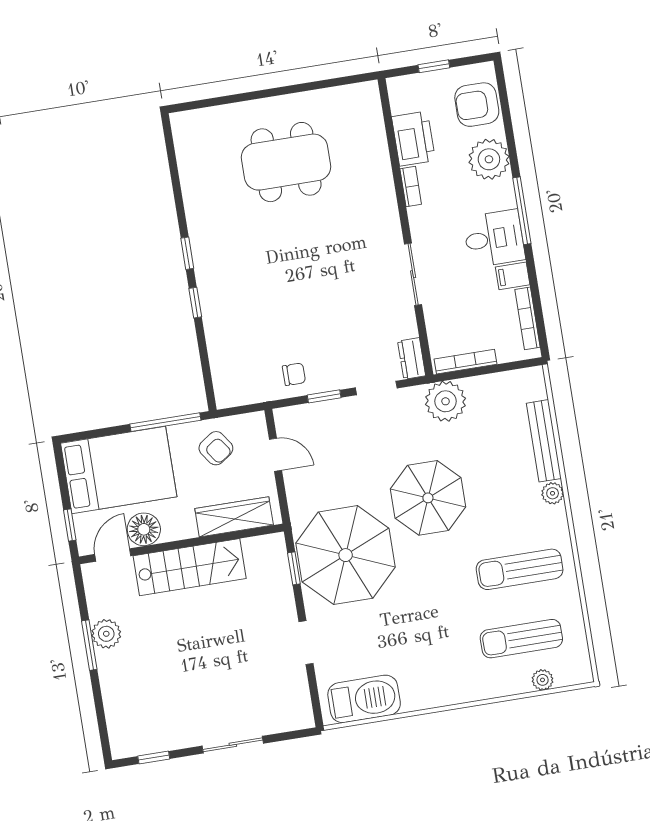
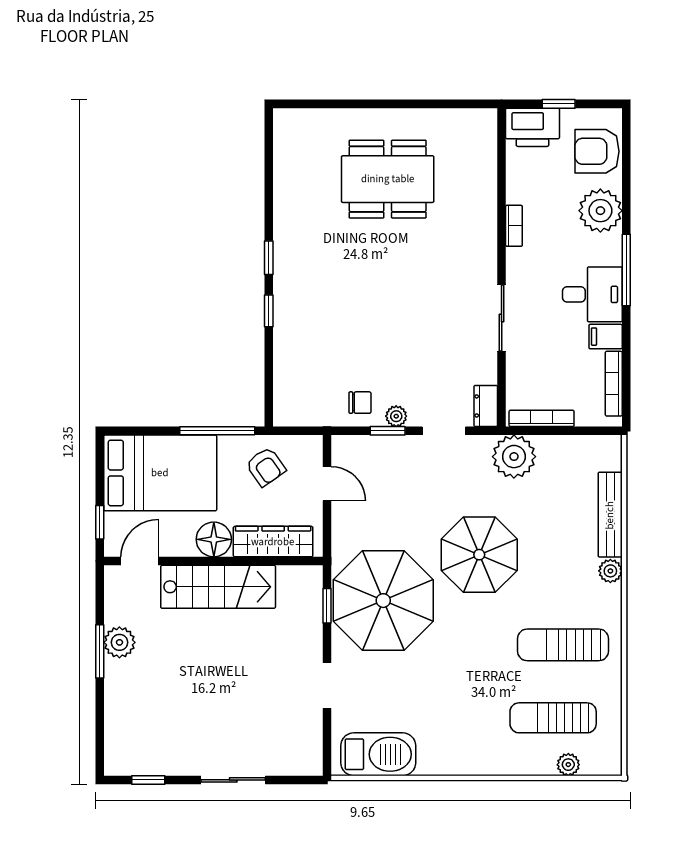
printer: (413, 139) -> (532, 127), moved, turned 90
plant: (330, 381) -> (396, 416), added
floor lamp: (144, 529) -> (214, 539), moved

